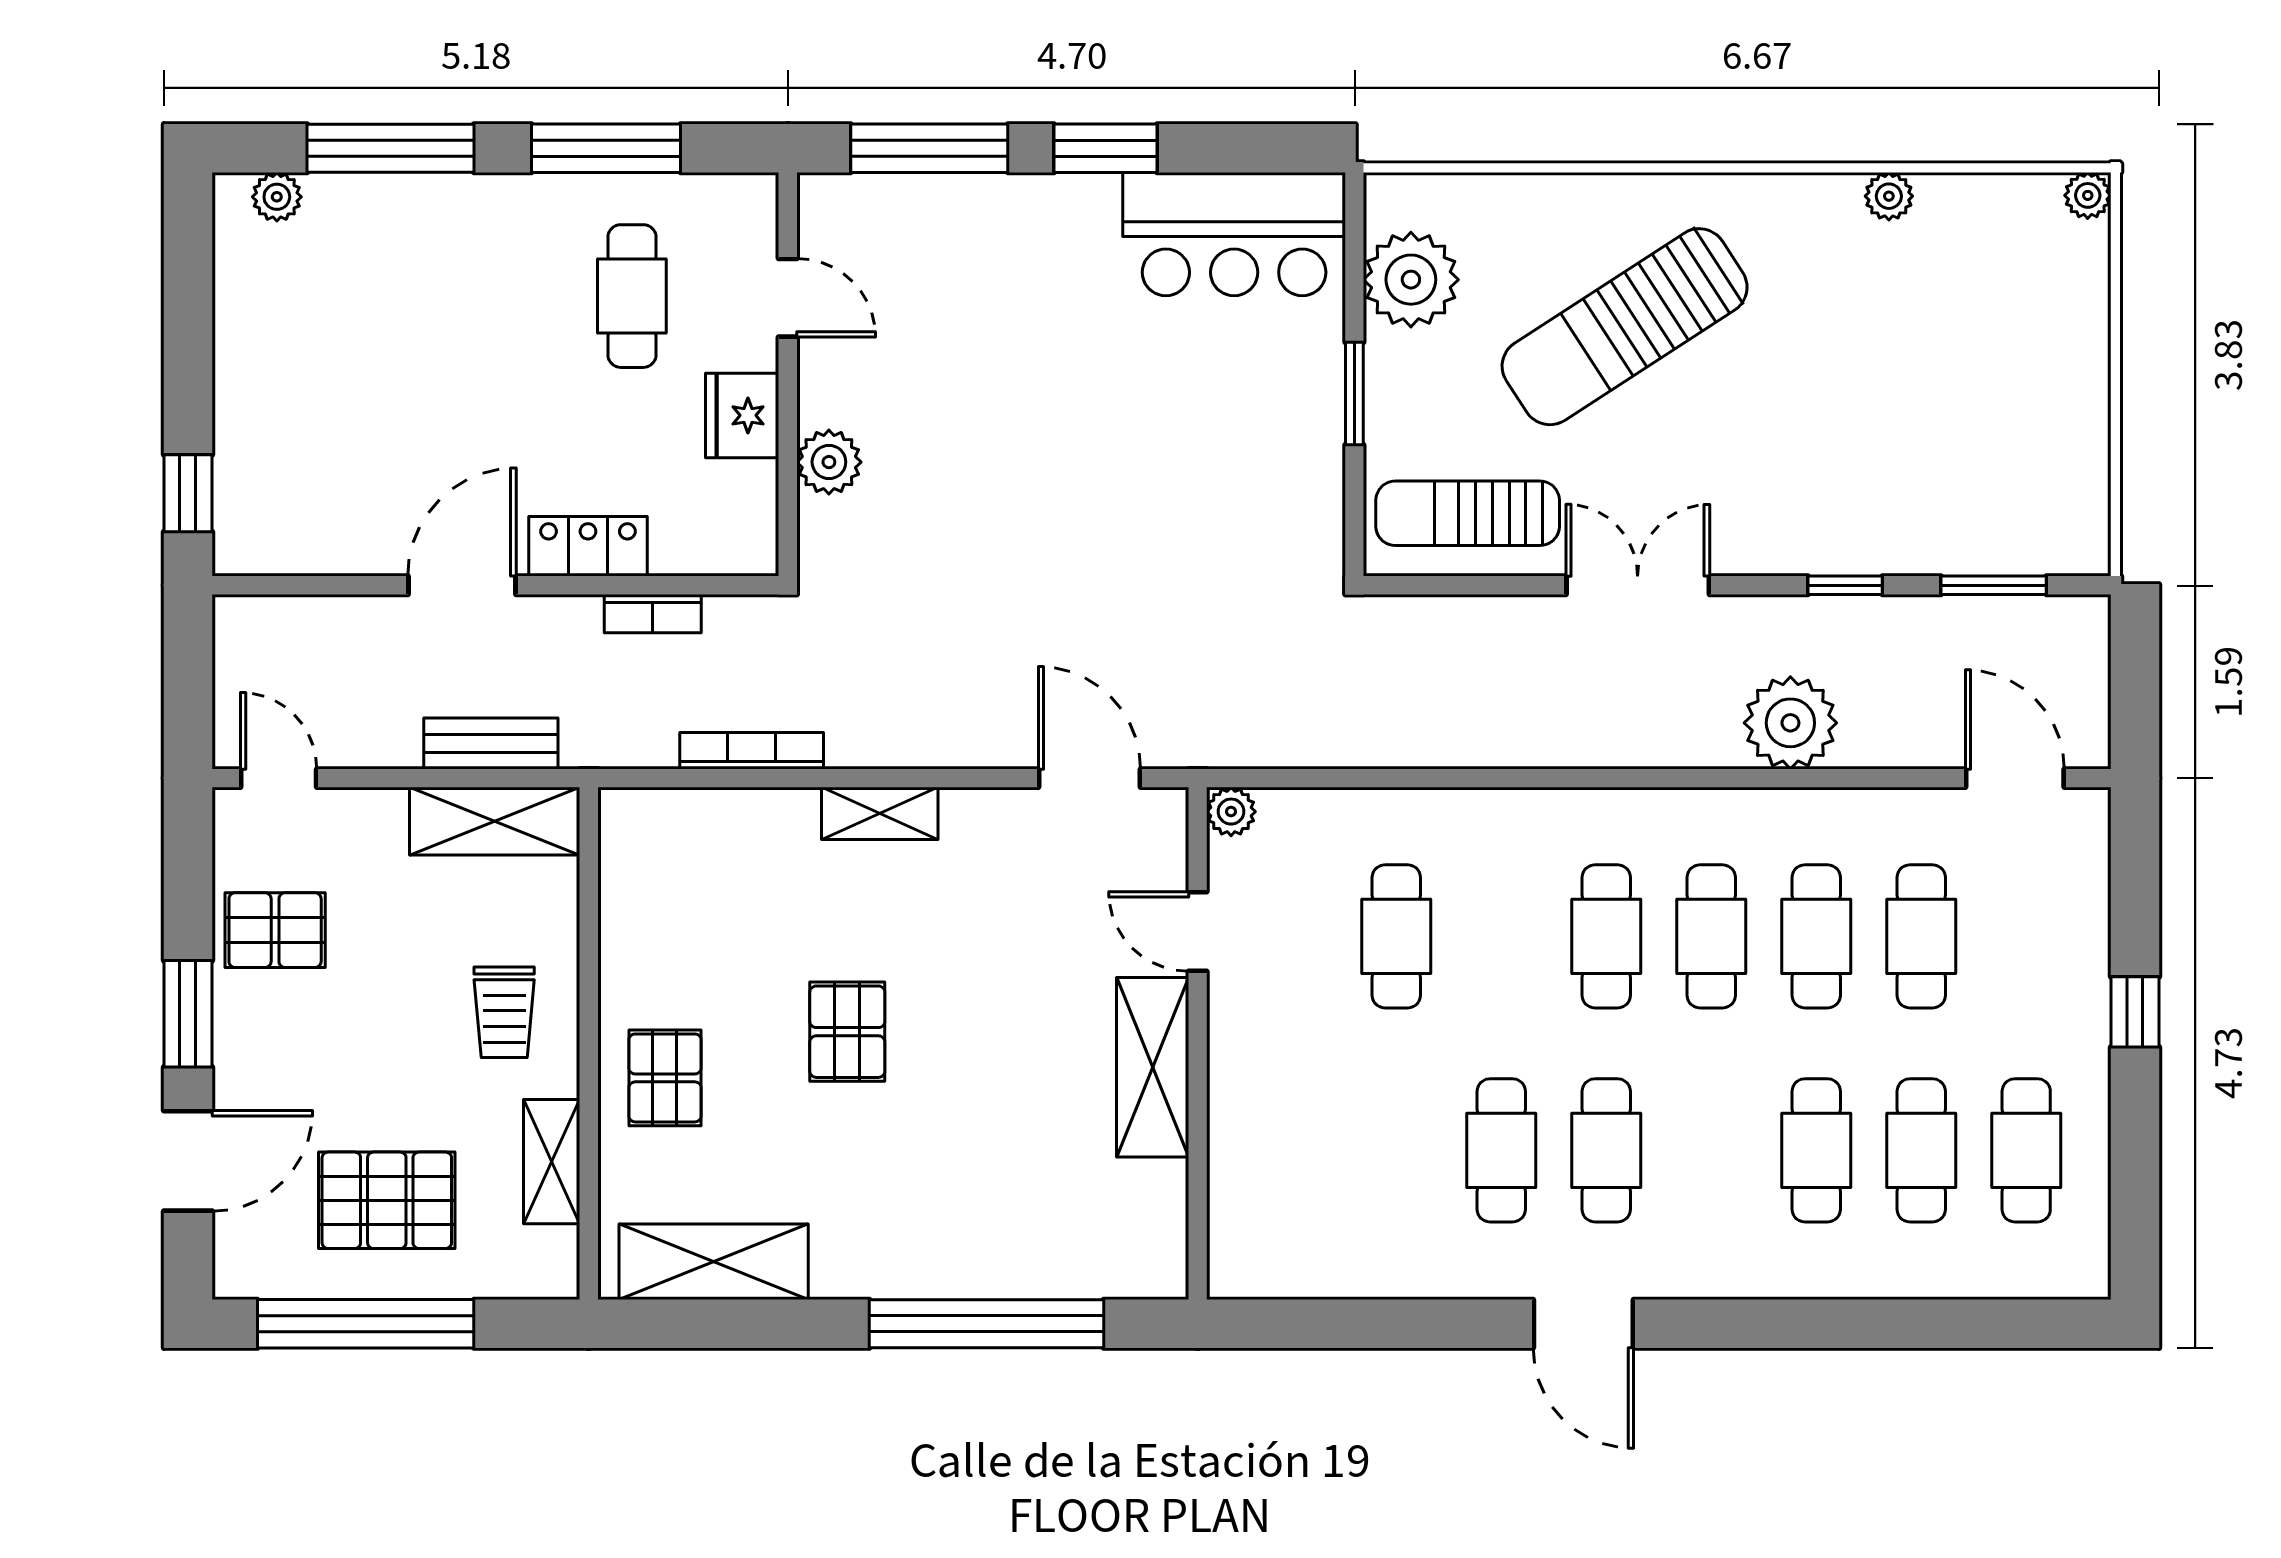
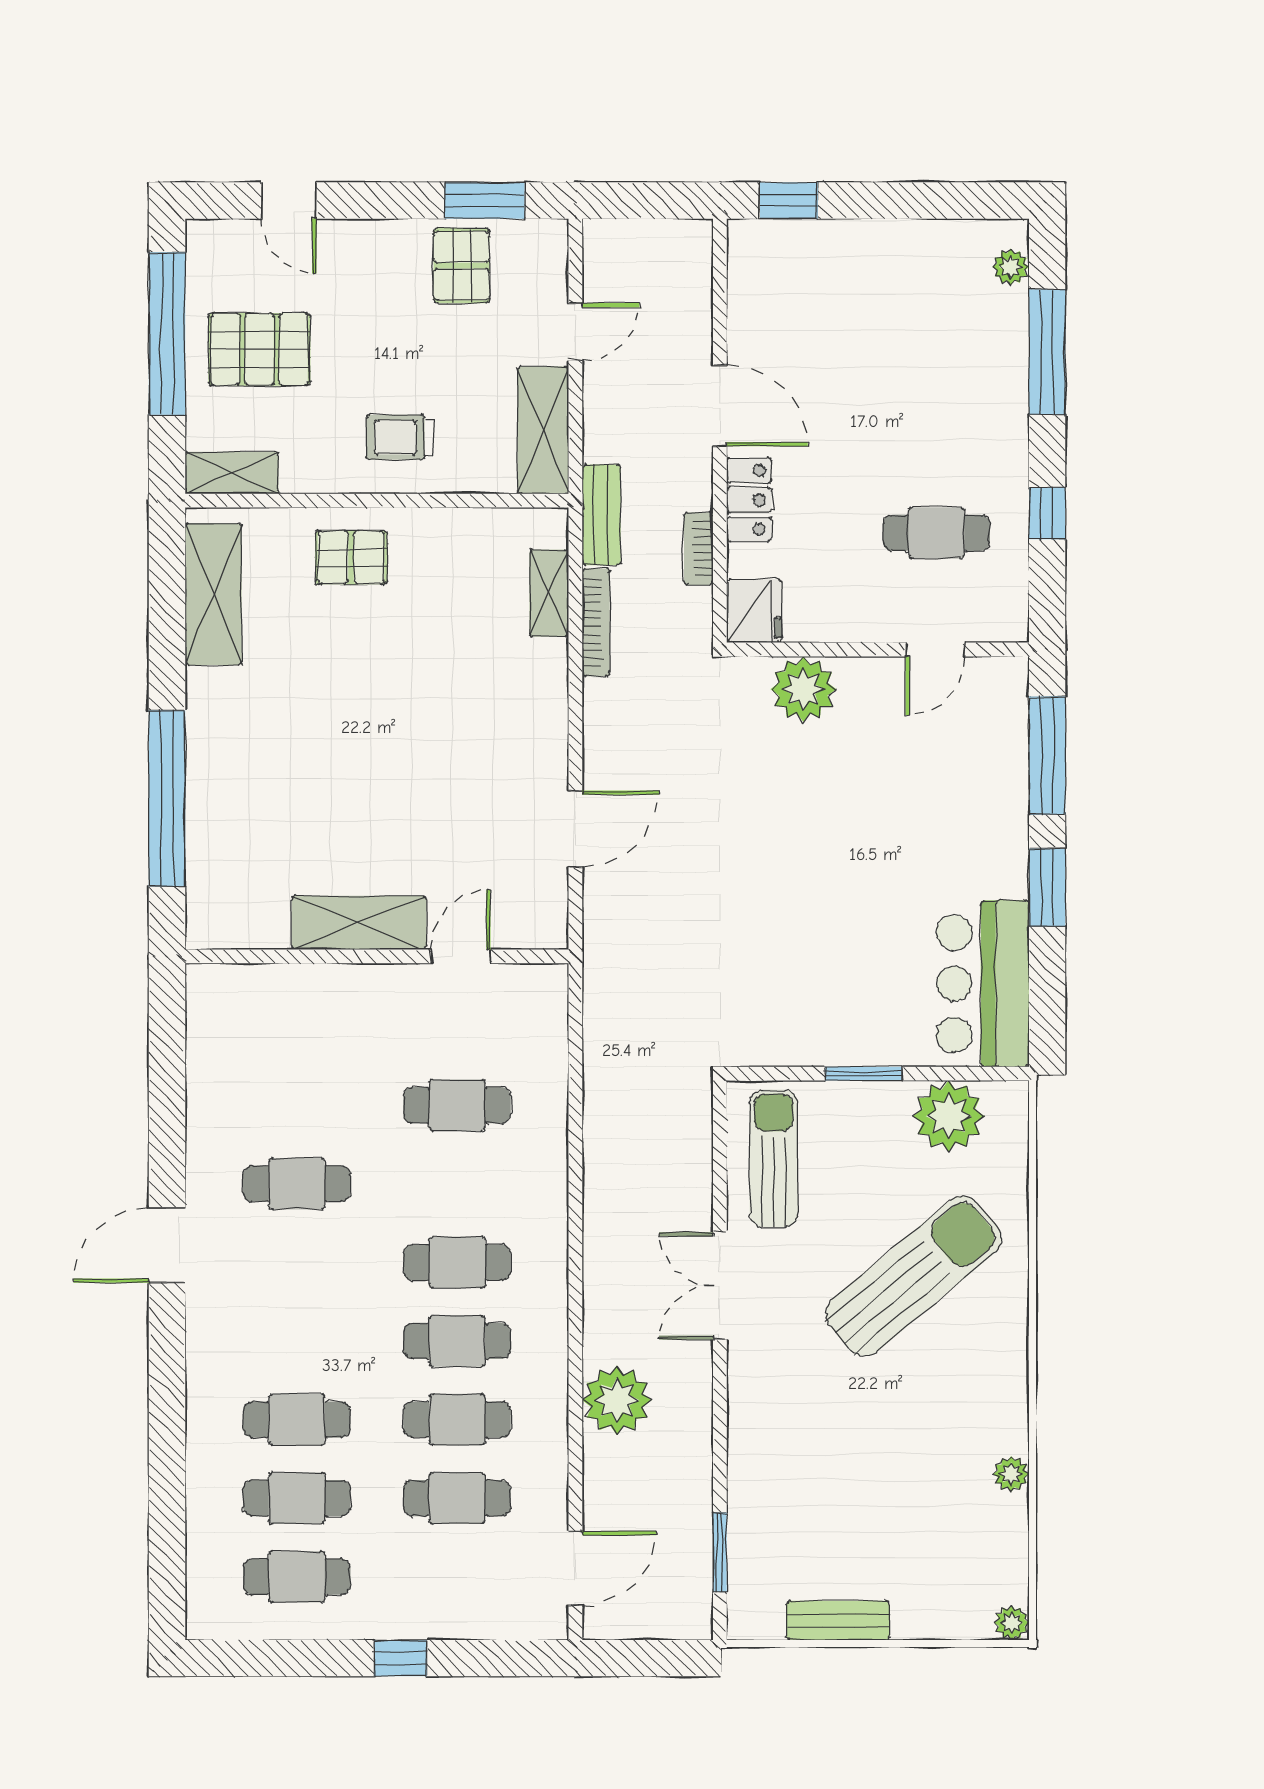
window: (606, 148) -> (1047, 513), width x0.46
sun lounger: (1625, 327) -> (913, 1276), turned 83
fridge: (742, 415) -> (754, 611), moved, turned 90
bench: (2085, 428) -> (838, 1620), added
plant: (829, 462) -> (803, 689), width x1.36, depth x1.36
double door: (1638, 585) -> (720, 1286), swing flipped
window: (1845, 585) -> (720, 1441), removed
bench: (491, 743) -> (601, 515), moved
door: (279, 778) -> (575, 332), moved
door: (1089, 778) -> (575, 829), moved
plant: (1231, 812) -> (550, 981), removed
shelving: (880, 813) -> (549, 593), moved
window: (188, 1014) -> (485, 200), moved
pallet: (847, 1032) -> (386, 694), removed
cafe table: (1606, 1150) -> (297, 1262), removed
door: (188, 1161) -> (289, 200), width x0.73
shelving: (552, 1162) -> (232, 473), moved
pallet: (387, 1200) -> (259, 349), turned 90

